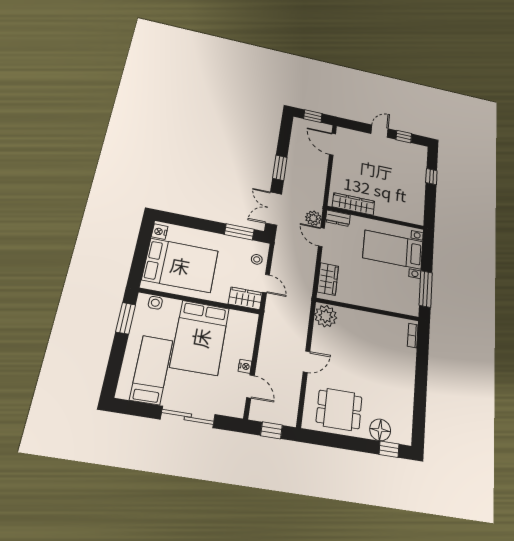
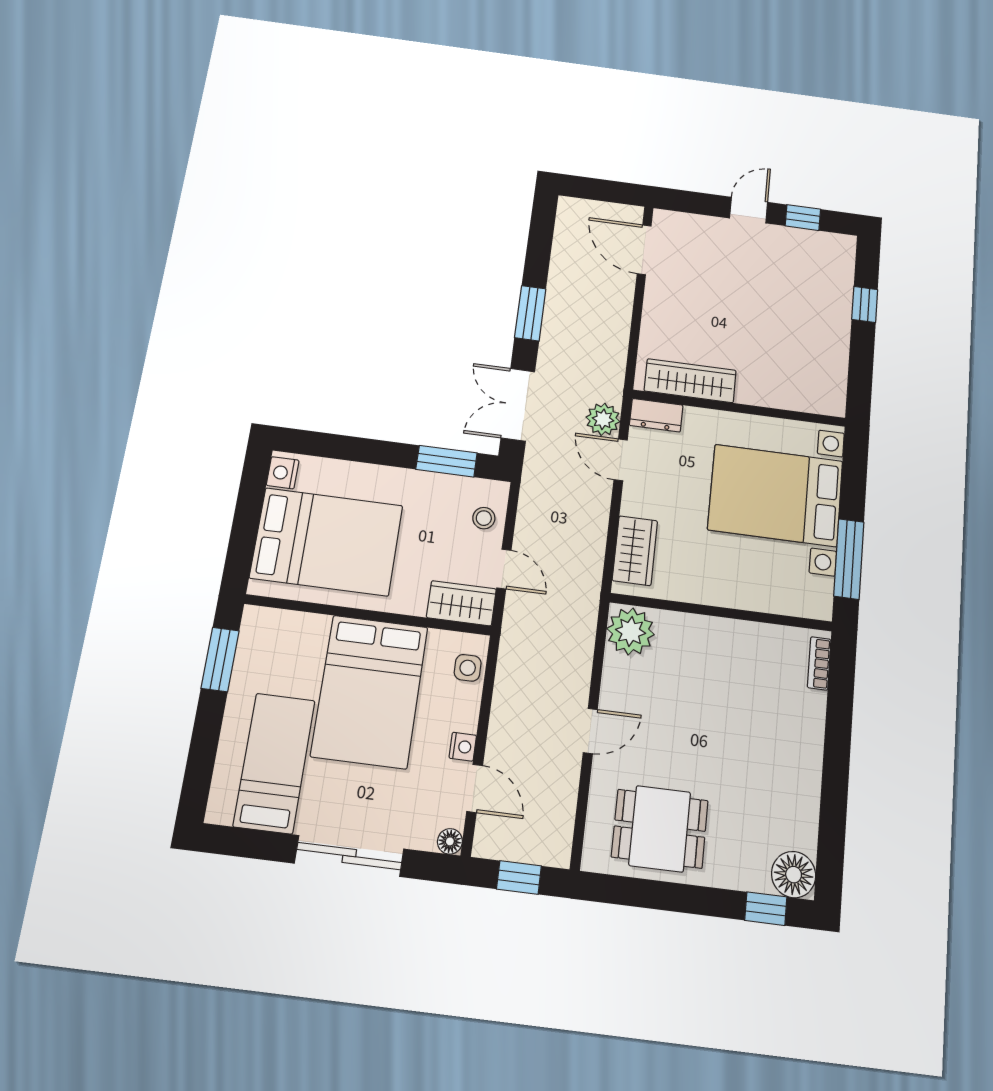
window: (313, 116) -> (601, 190), removed
bed with nightstands: (393, 250) -> (776, 495), width x1.36
side table: (155, 303) -> (468, 668), moved
floor lamp: (238, 412) -> (450, 841), added
floor lamp: (380, 430) -> (794, 875), moved

